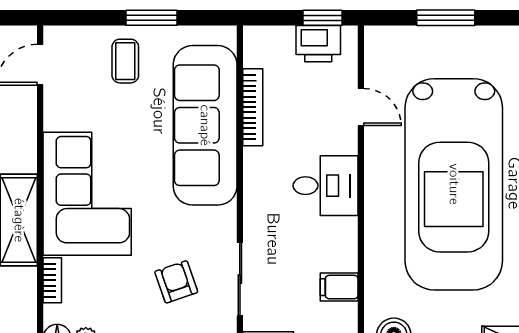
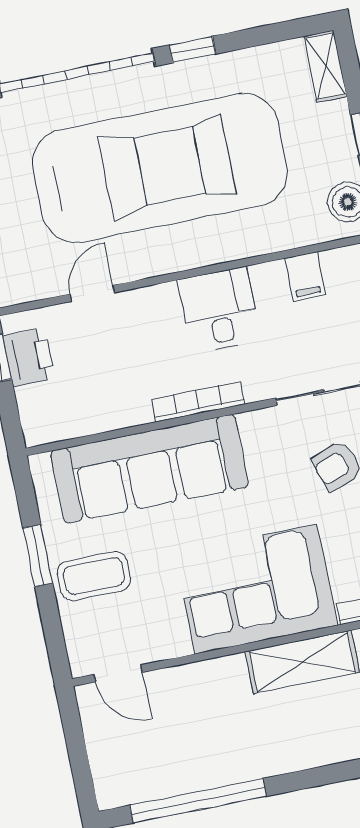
coffee table: (125, 61) -> (94, 576), width x1.36, depth x1.30
bookcase: (253, 107) -> (198, 402), moved
desk: (325, 186) -> (219, 310), moved

